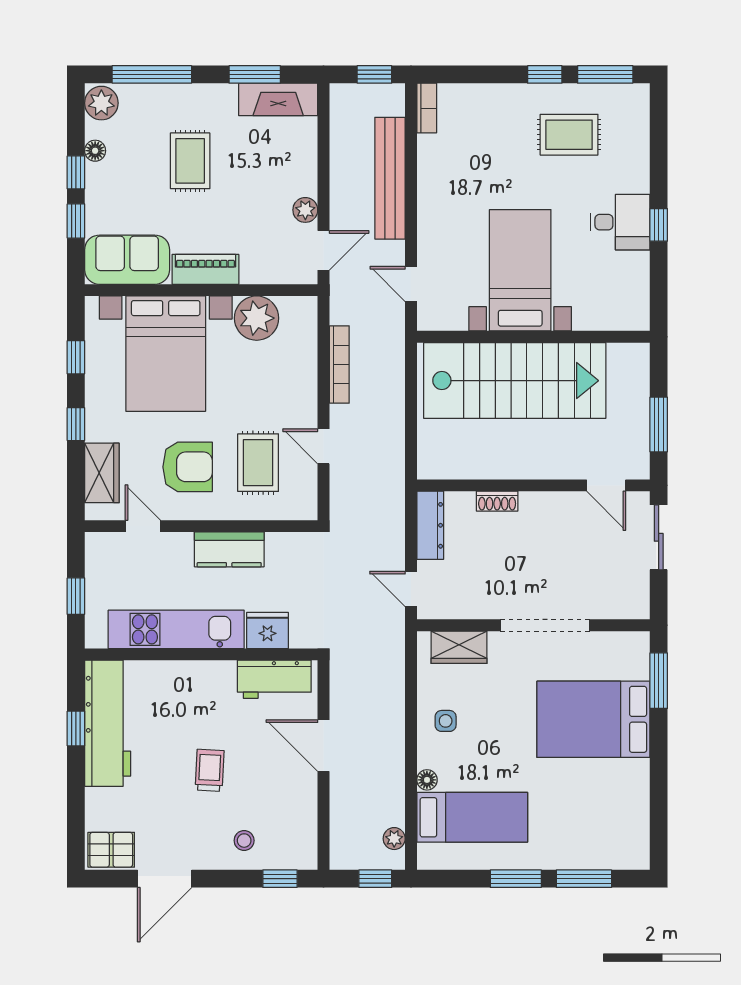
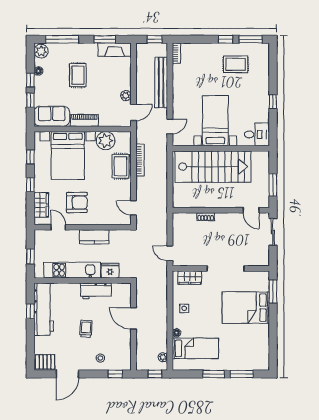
desk: (620, 222) -> (257, 134), moved
door: (411, 284) -> (170, 126), swing flipped
door: (324, 446) -> (133, 208), moved
rug: (258, 463) -> (121, 166), moved
dresser: (430, 525) -> (178, 227), removed
workbench: (274, 679) -> (96, 291), moved

